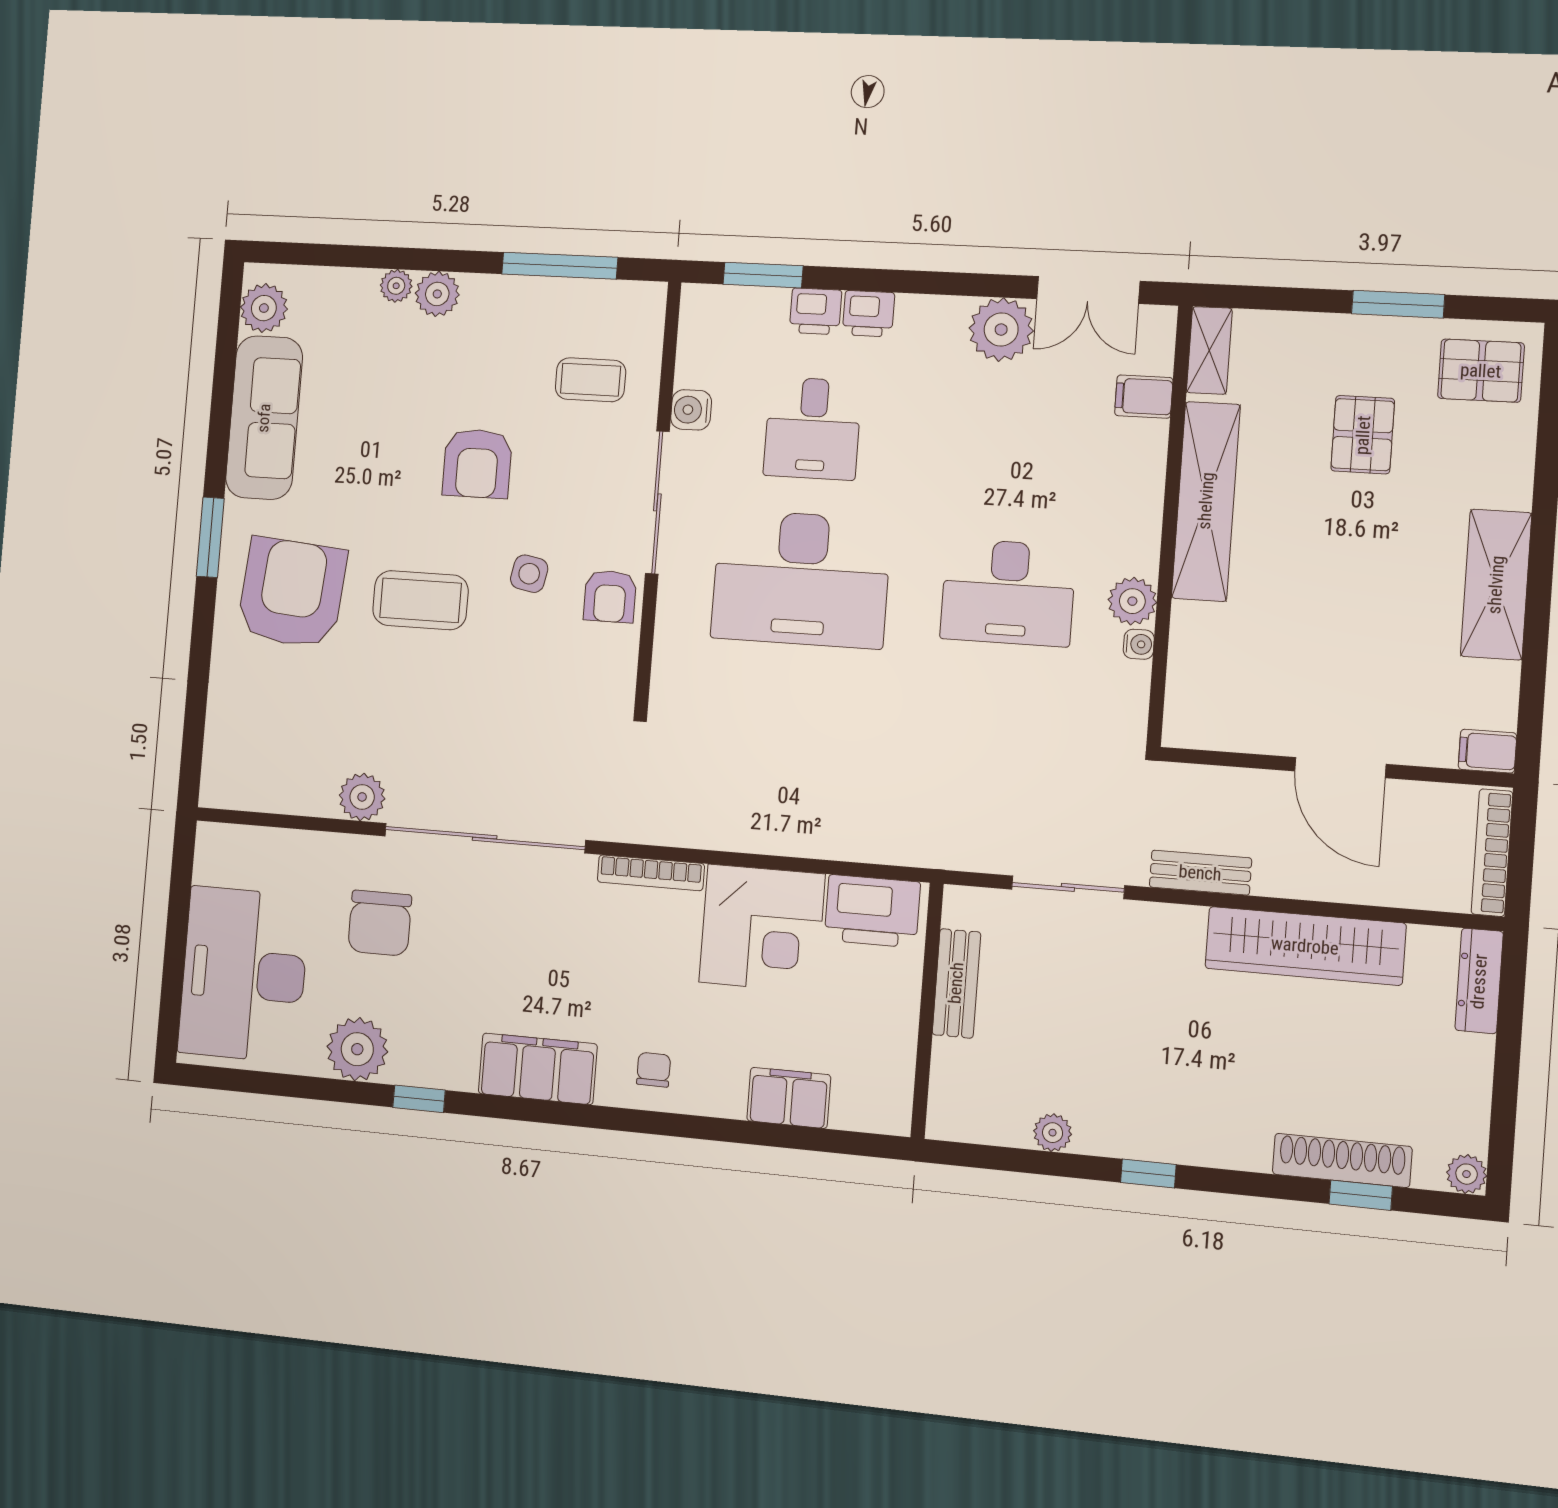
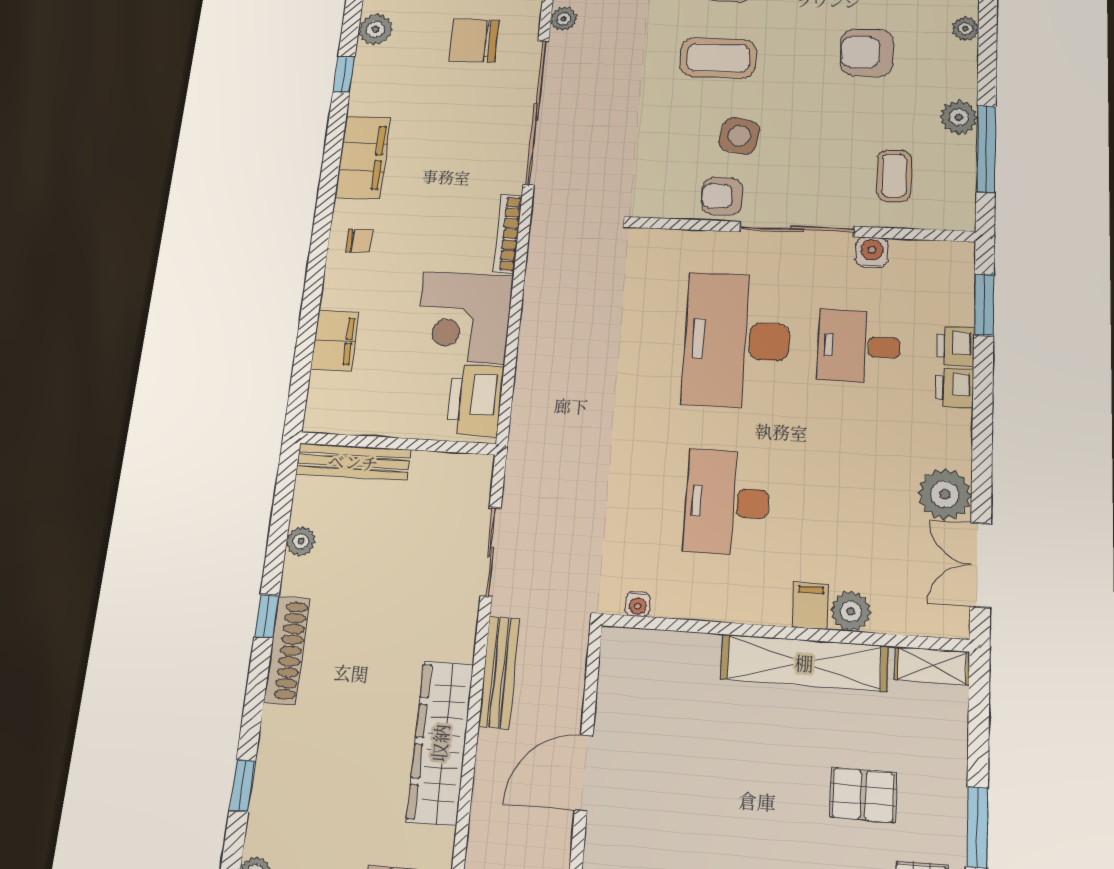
plant: (437, 294) -> (959, 117), moved
filing cabinet: (1144, 397) -> (810, 606), moved
armchair: (477, 464) -> (867, 52), moved
side table: (529, 574) -> (739, 136), width x1.37, depth x1.37
coffee table: (420, 600) -> (718, 58), turned 90
plant: (1132, 601) -> (851, 611), moved
water cooler: (1139, 644) -> (638, 604), moved
plant: (362, 797) -> (564, 19), width x0.73, depth x0.73
bench: (1200, 873) -> (499, 672), width x1.36
bench: (956, 983) -> (353, 462), moved, width x1.36
plant: (357, 1049) -> (375, 29), width x0.73, depth x0.73
shoe rack: (1342, 1160) -> (287, 650), moved

